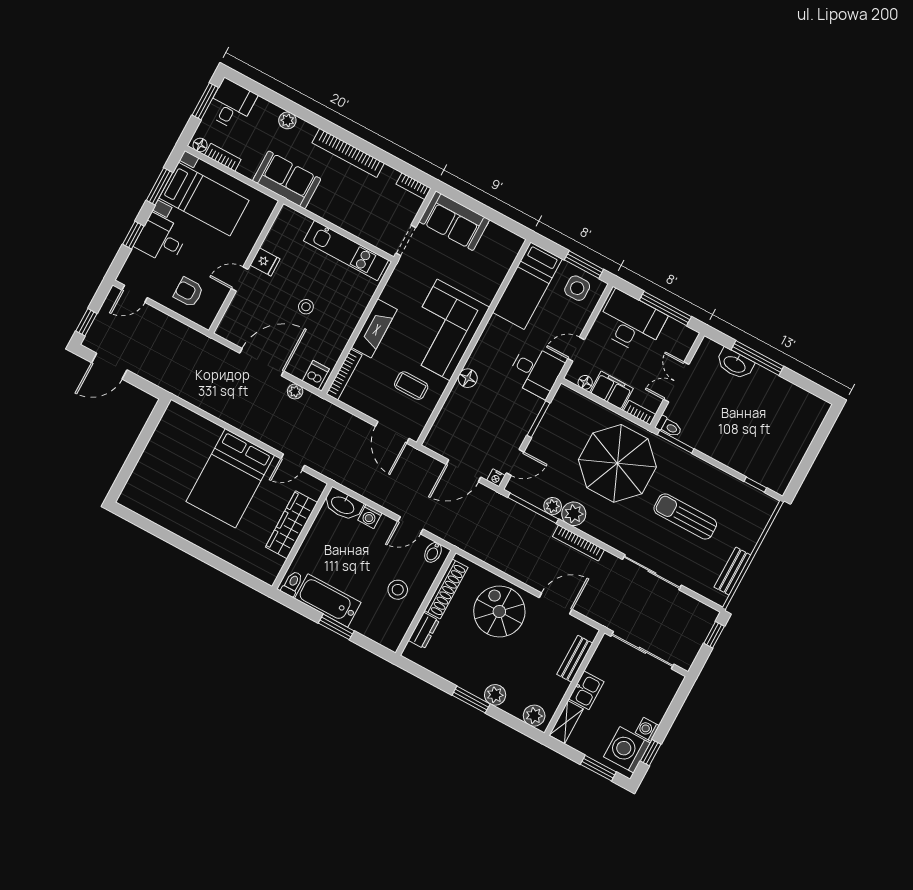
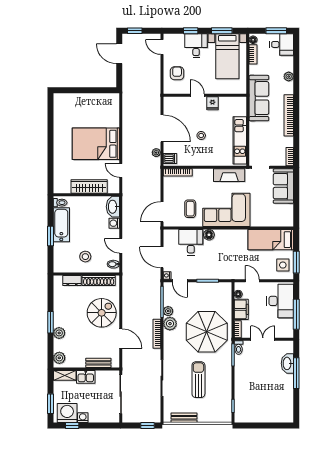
sofa: (287, 180) -> (259, 98), width x1.36
fireplace: (374, 328) -> (229, 175), moved
desk: (536, 371) -> (191, 242), moved, turned 180

